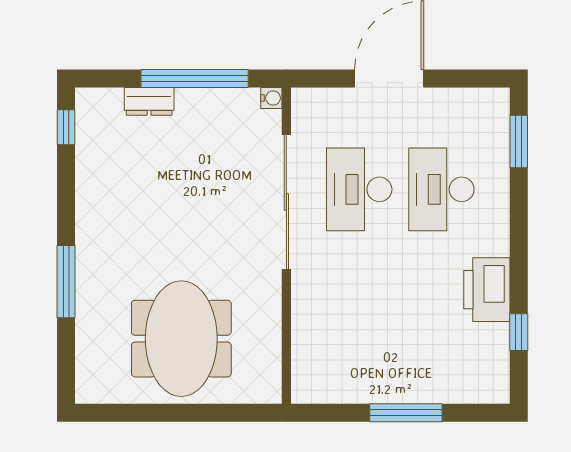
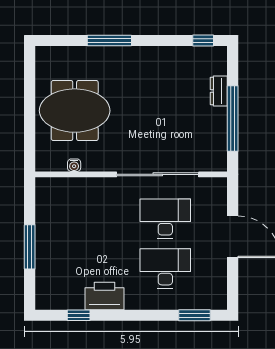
water cooler: (271, 98) -> (74, 165), moved

